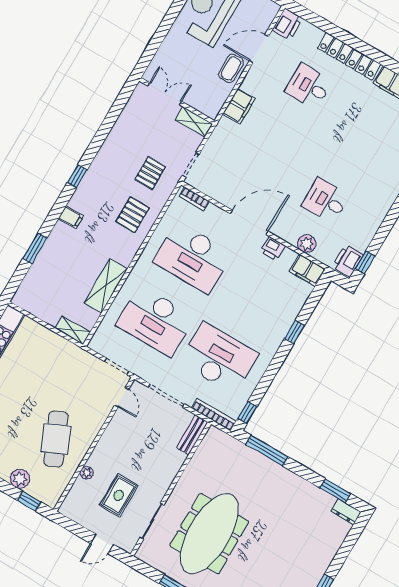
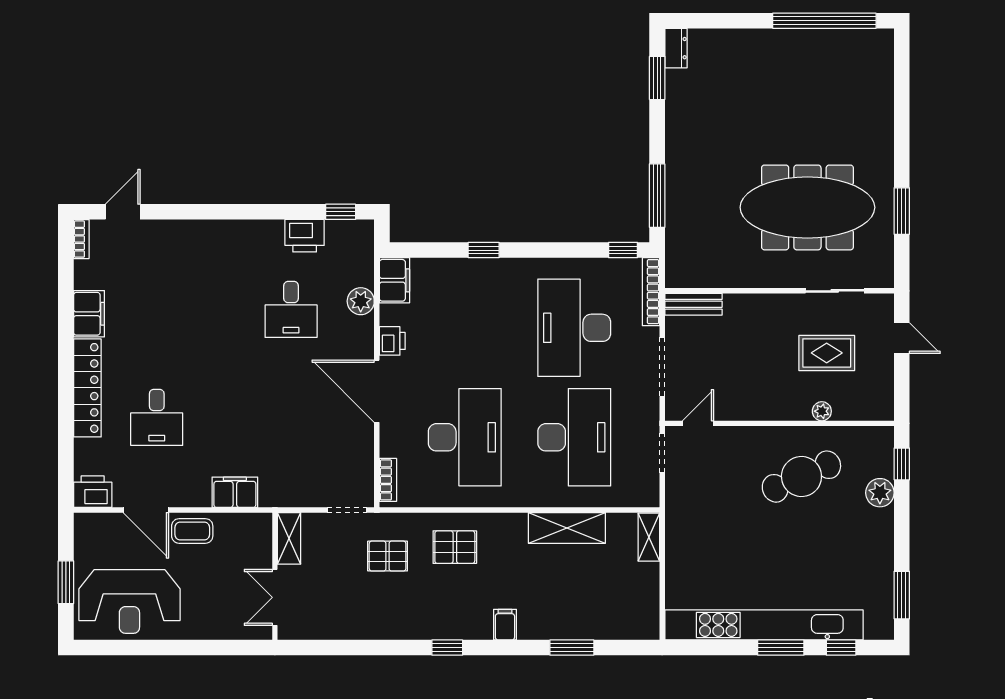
printer: (348, 261) -> (305, 236), moved

